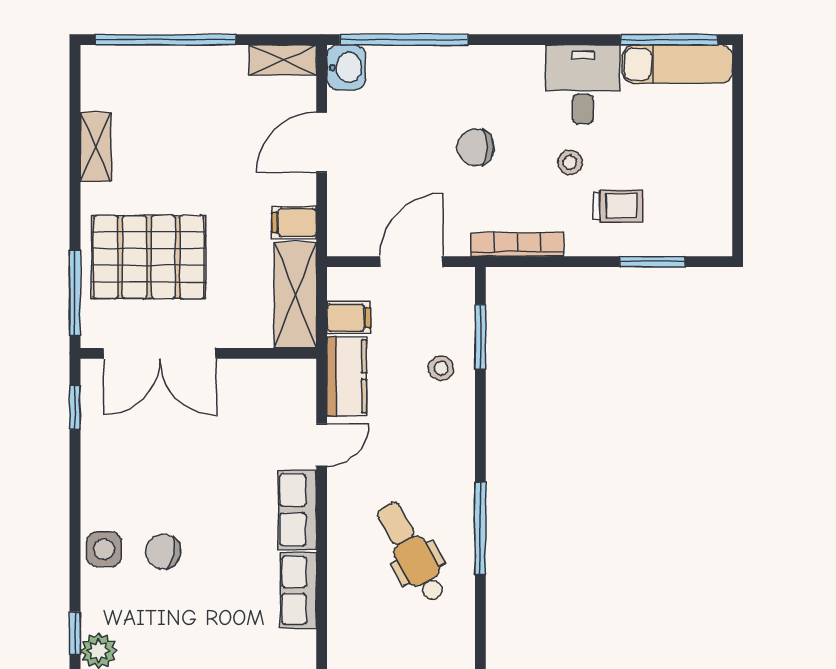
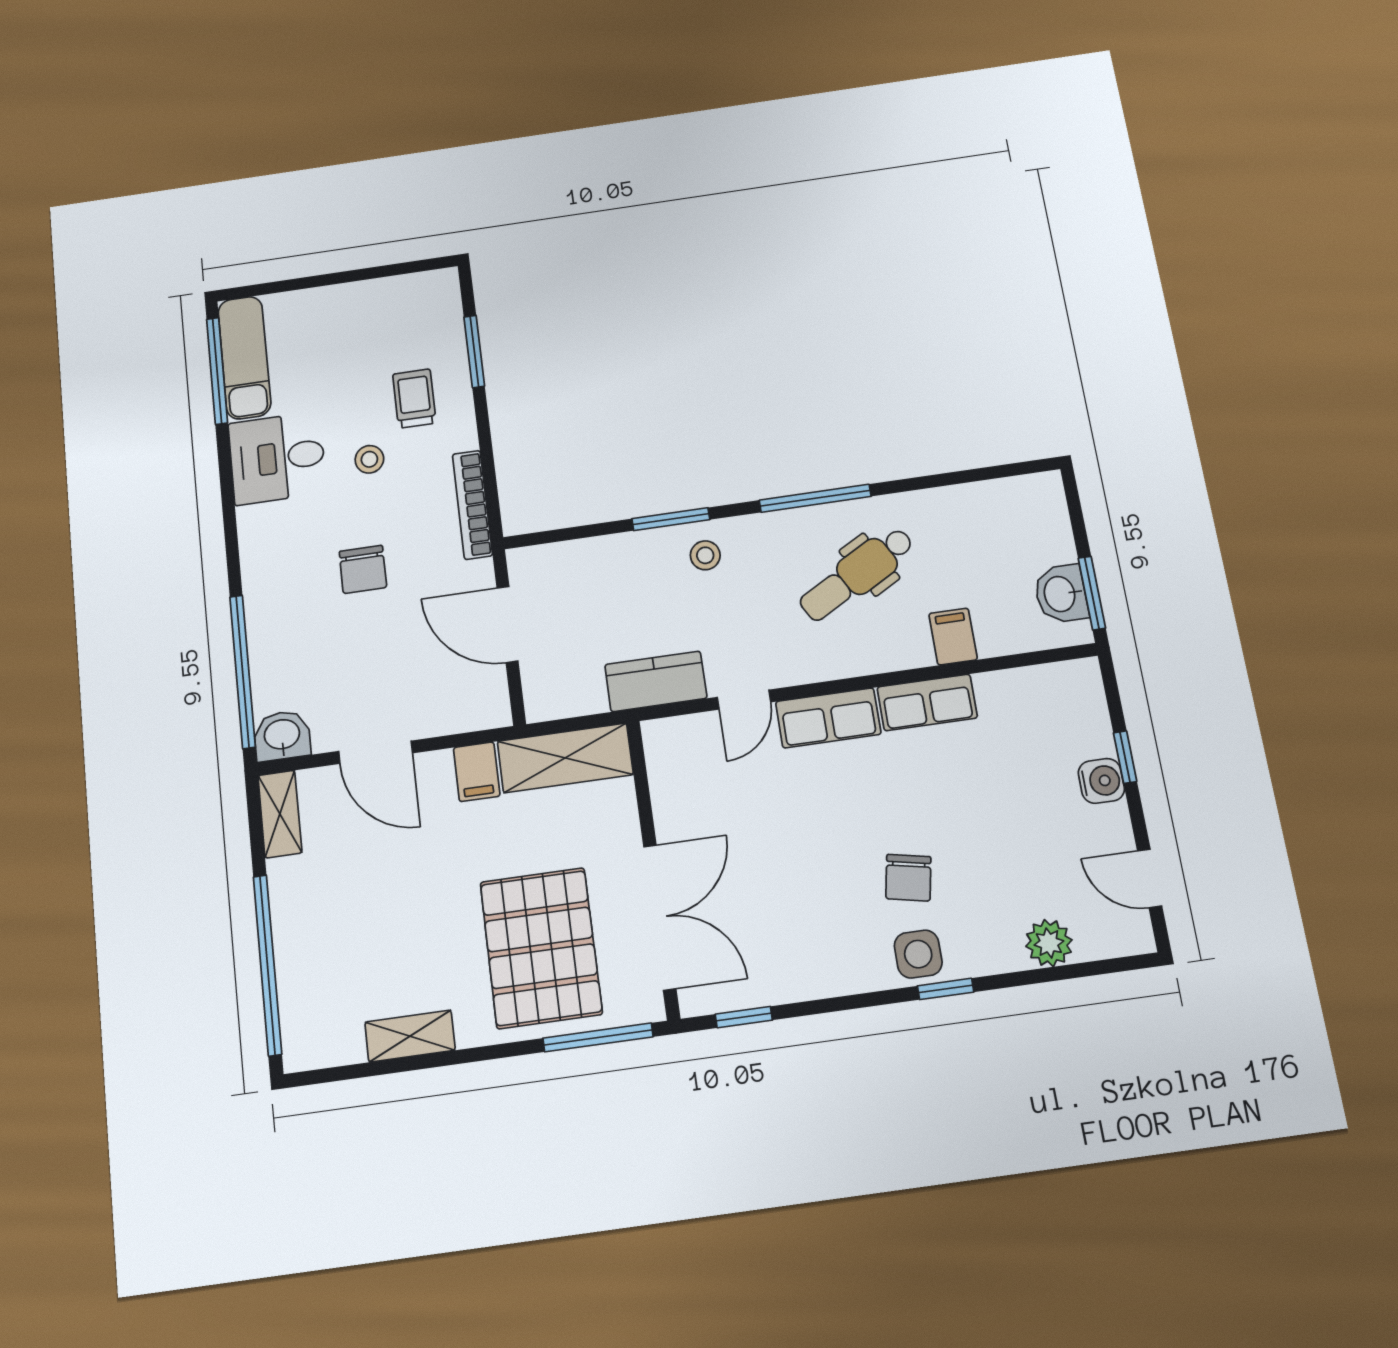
filing cabinet: (349, 318) -> (953, 637), moved
window: (480, 337) -> (671, 519), moved
stool: (441, 368) -> (705, 555), moved
door: (322, 445) -> (744, 700), swing flipped
window: (75, 633) -> (946, 989), moved

